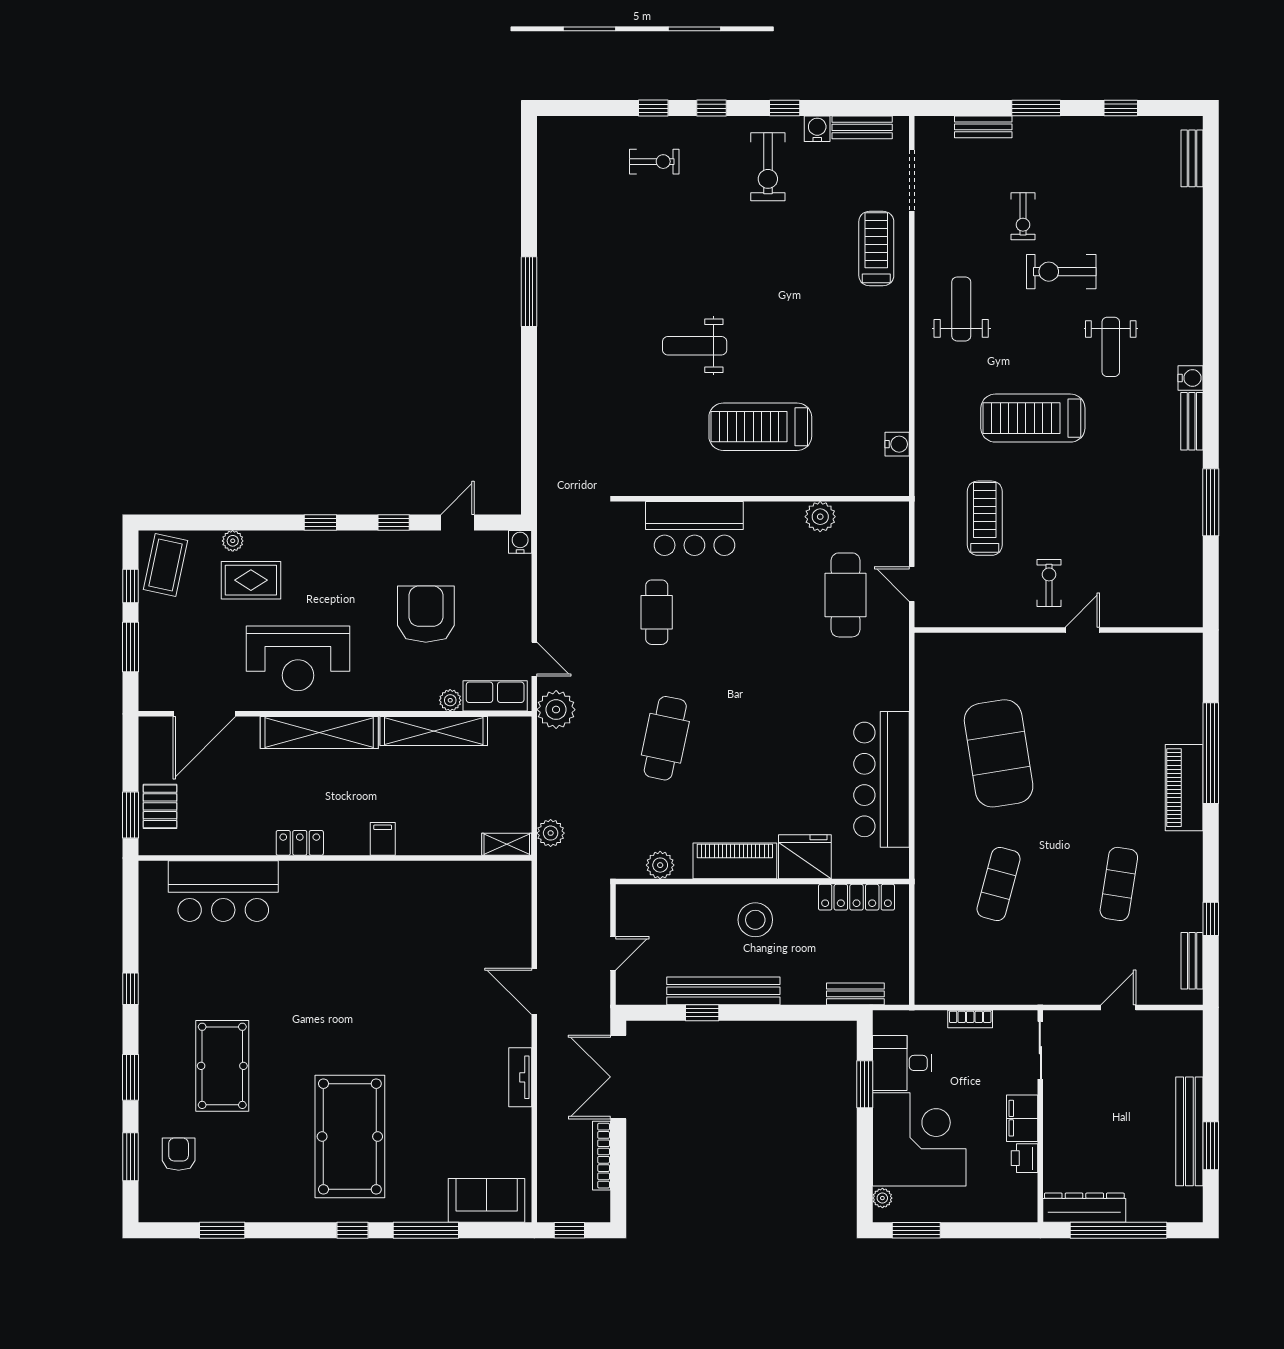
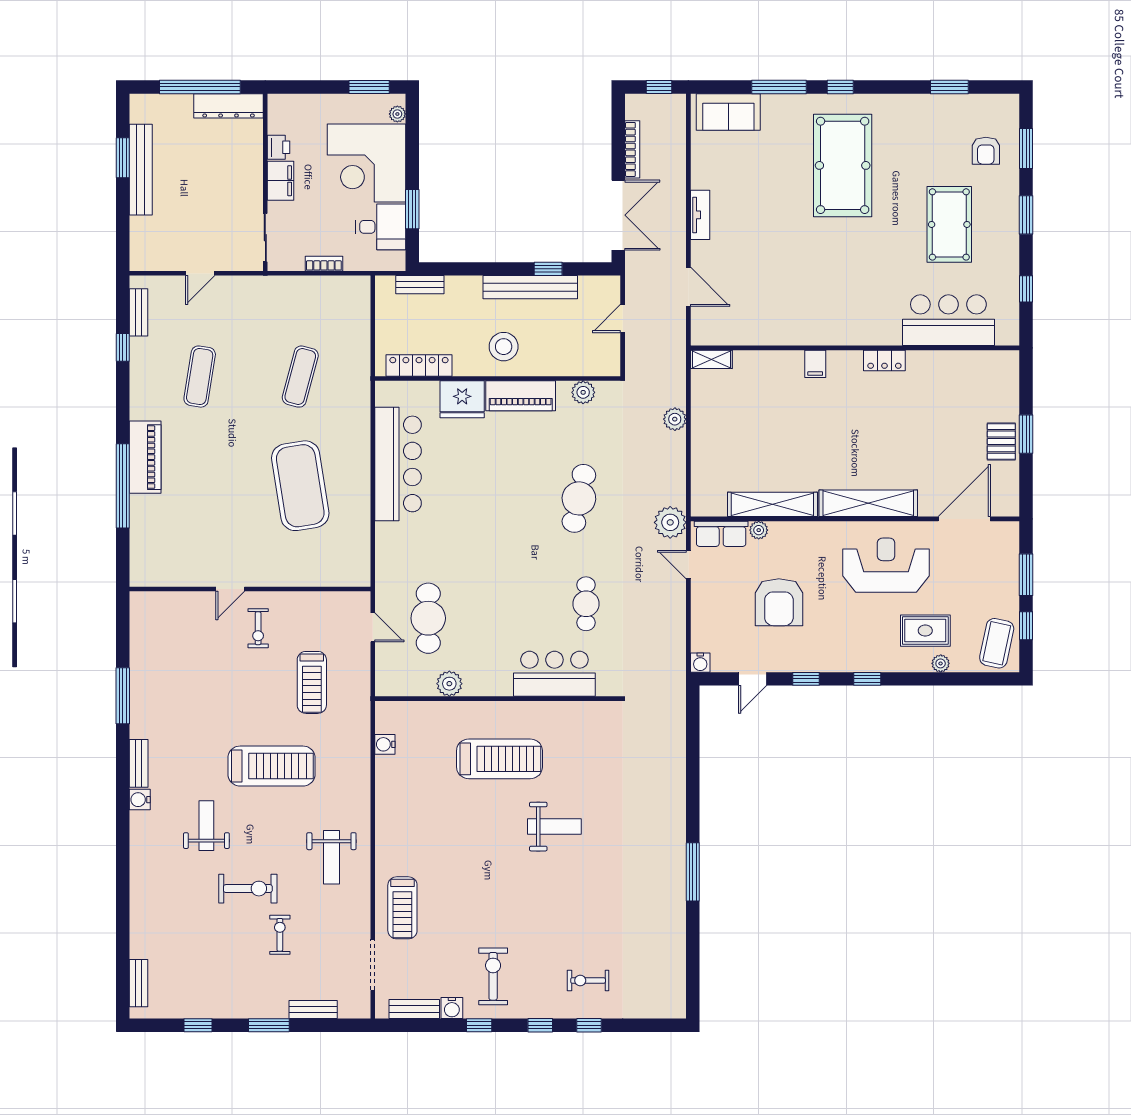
filing cabinet: (383, 839) -> (815, 364), moved
locker: (300, 843) -> (884, 361), moved
shelving: (507, 844) -> (711, 359), moved
wall: (335, 858) -> (855, 348), moved
bar counter: (223, 891) -> (948, 320), moved

